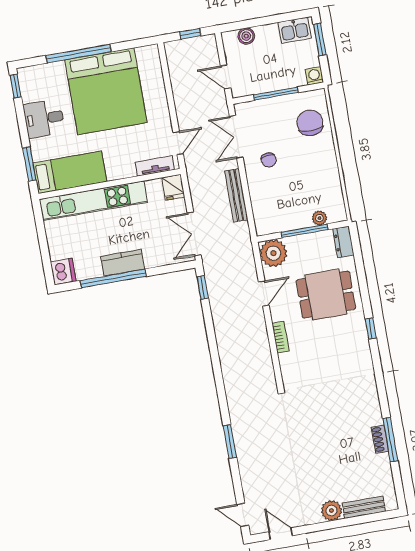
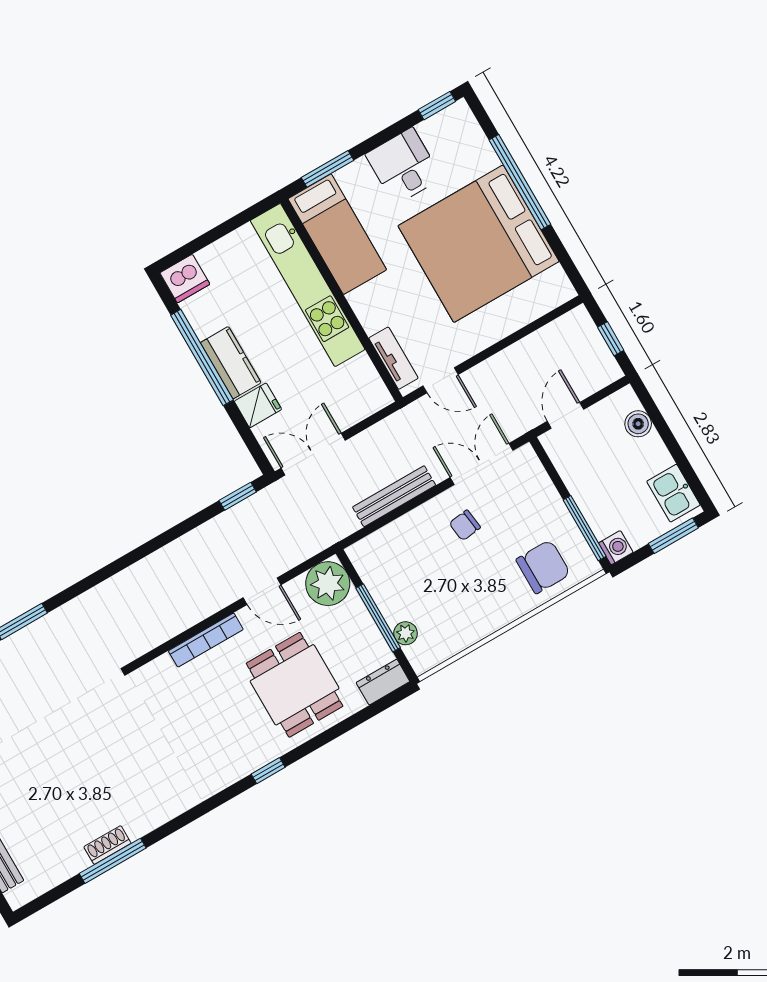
window: (276, 94) -> (585, 528), moved
fridge: (173, 187) -> (258, 405), moved, turned 180
bookcase: (280, 337) -> (206, 640), width x1.56

